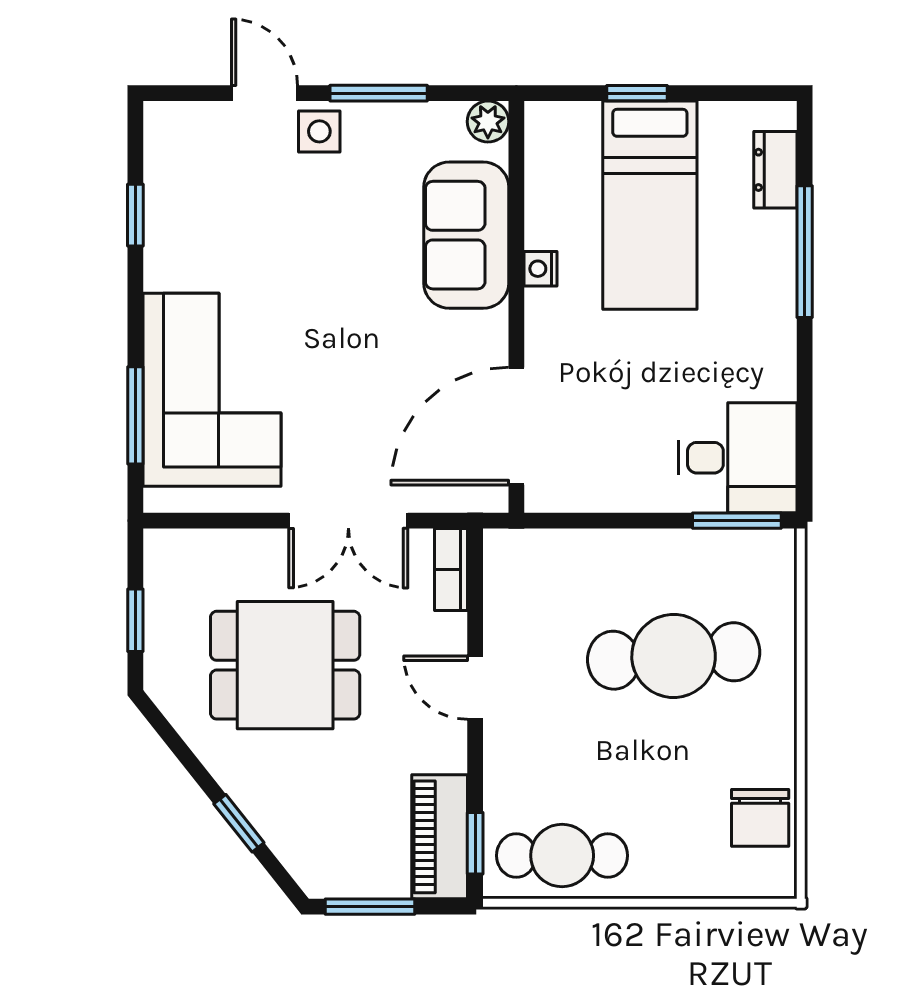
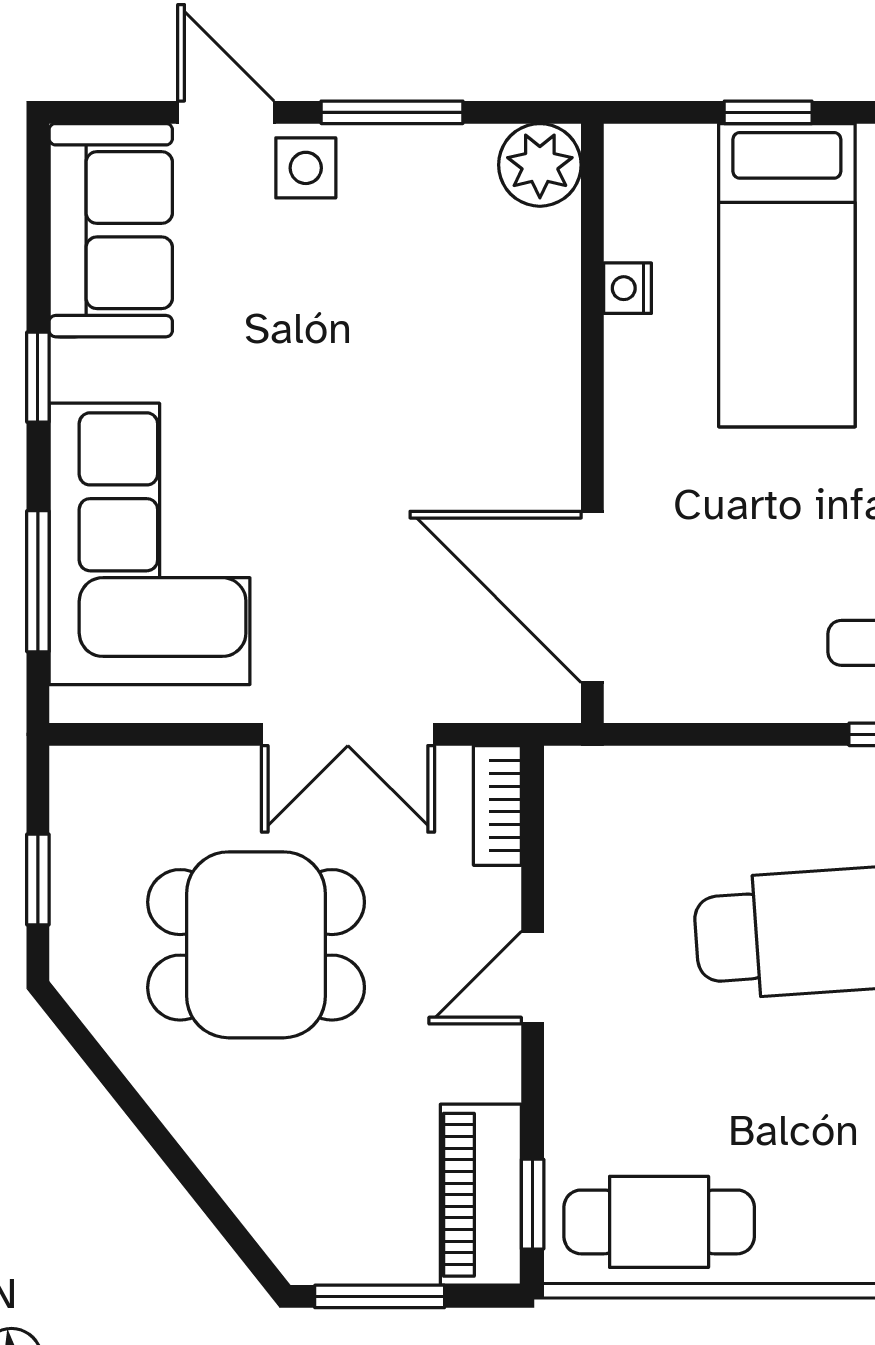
plant: (488, 122) -> (540, 165), width x1.38, depth x1.38
window: (135, 215) -> (38, 377), moved
sofa: (466, 235) -> (111, 230), moved, turned 180
nightstand: (540, 269) -> (628, 288), moved
door: (516, 426) -> (592, 597), hinge flipped
door: (475, 688) -> (533, 978), hinge flipped
window: (239, 823) -> (189, 1175), removed

